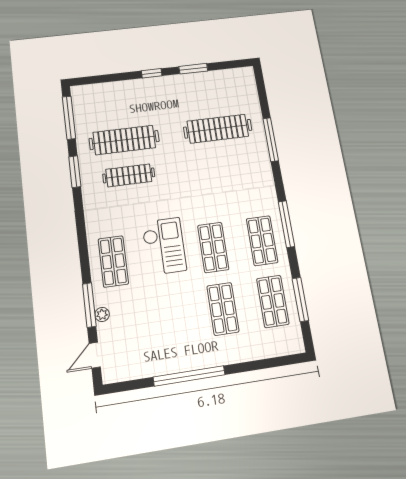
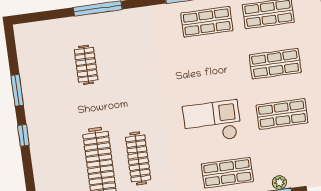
clothes rail: (218, 129) -> (86, 65), width x0.54, depth x0.76
shop shelf: (213, 247) -> (282, 114), moved

